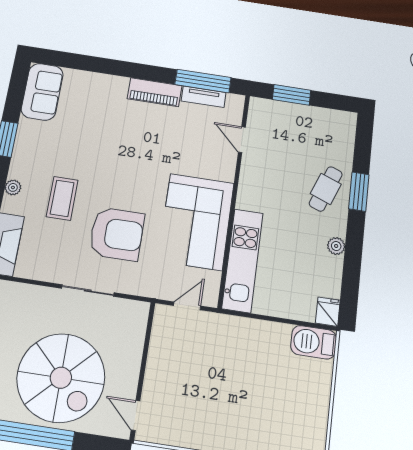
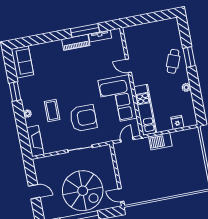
window: (203, 81) -> (85, 30), moved
window: (292, 95) -> (142, 19), removed
door: (242, 140) -> (128, 66), moved
fridge: (328, 312) -> (177, 122), moved
barbecue: (314, 342) -> (160, 141), moved

